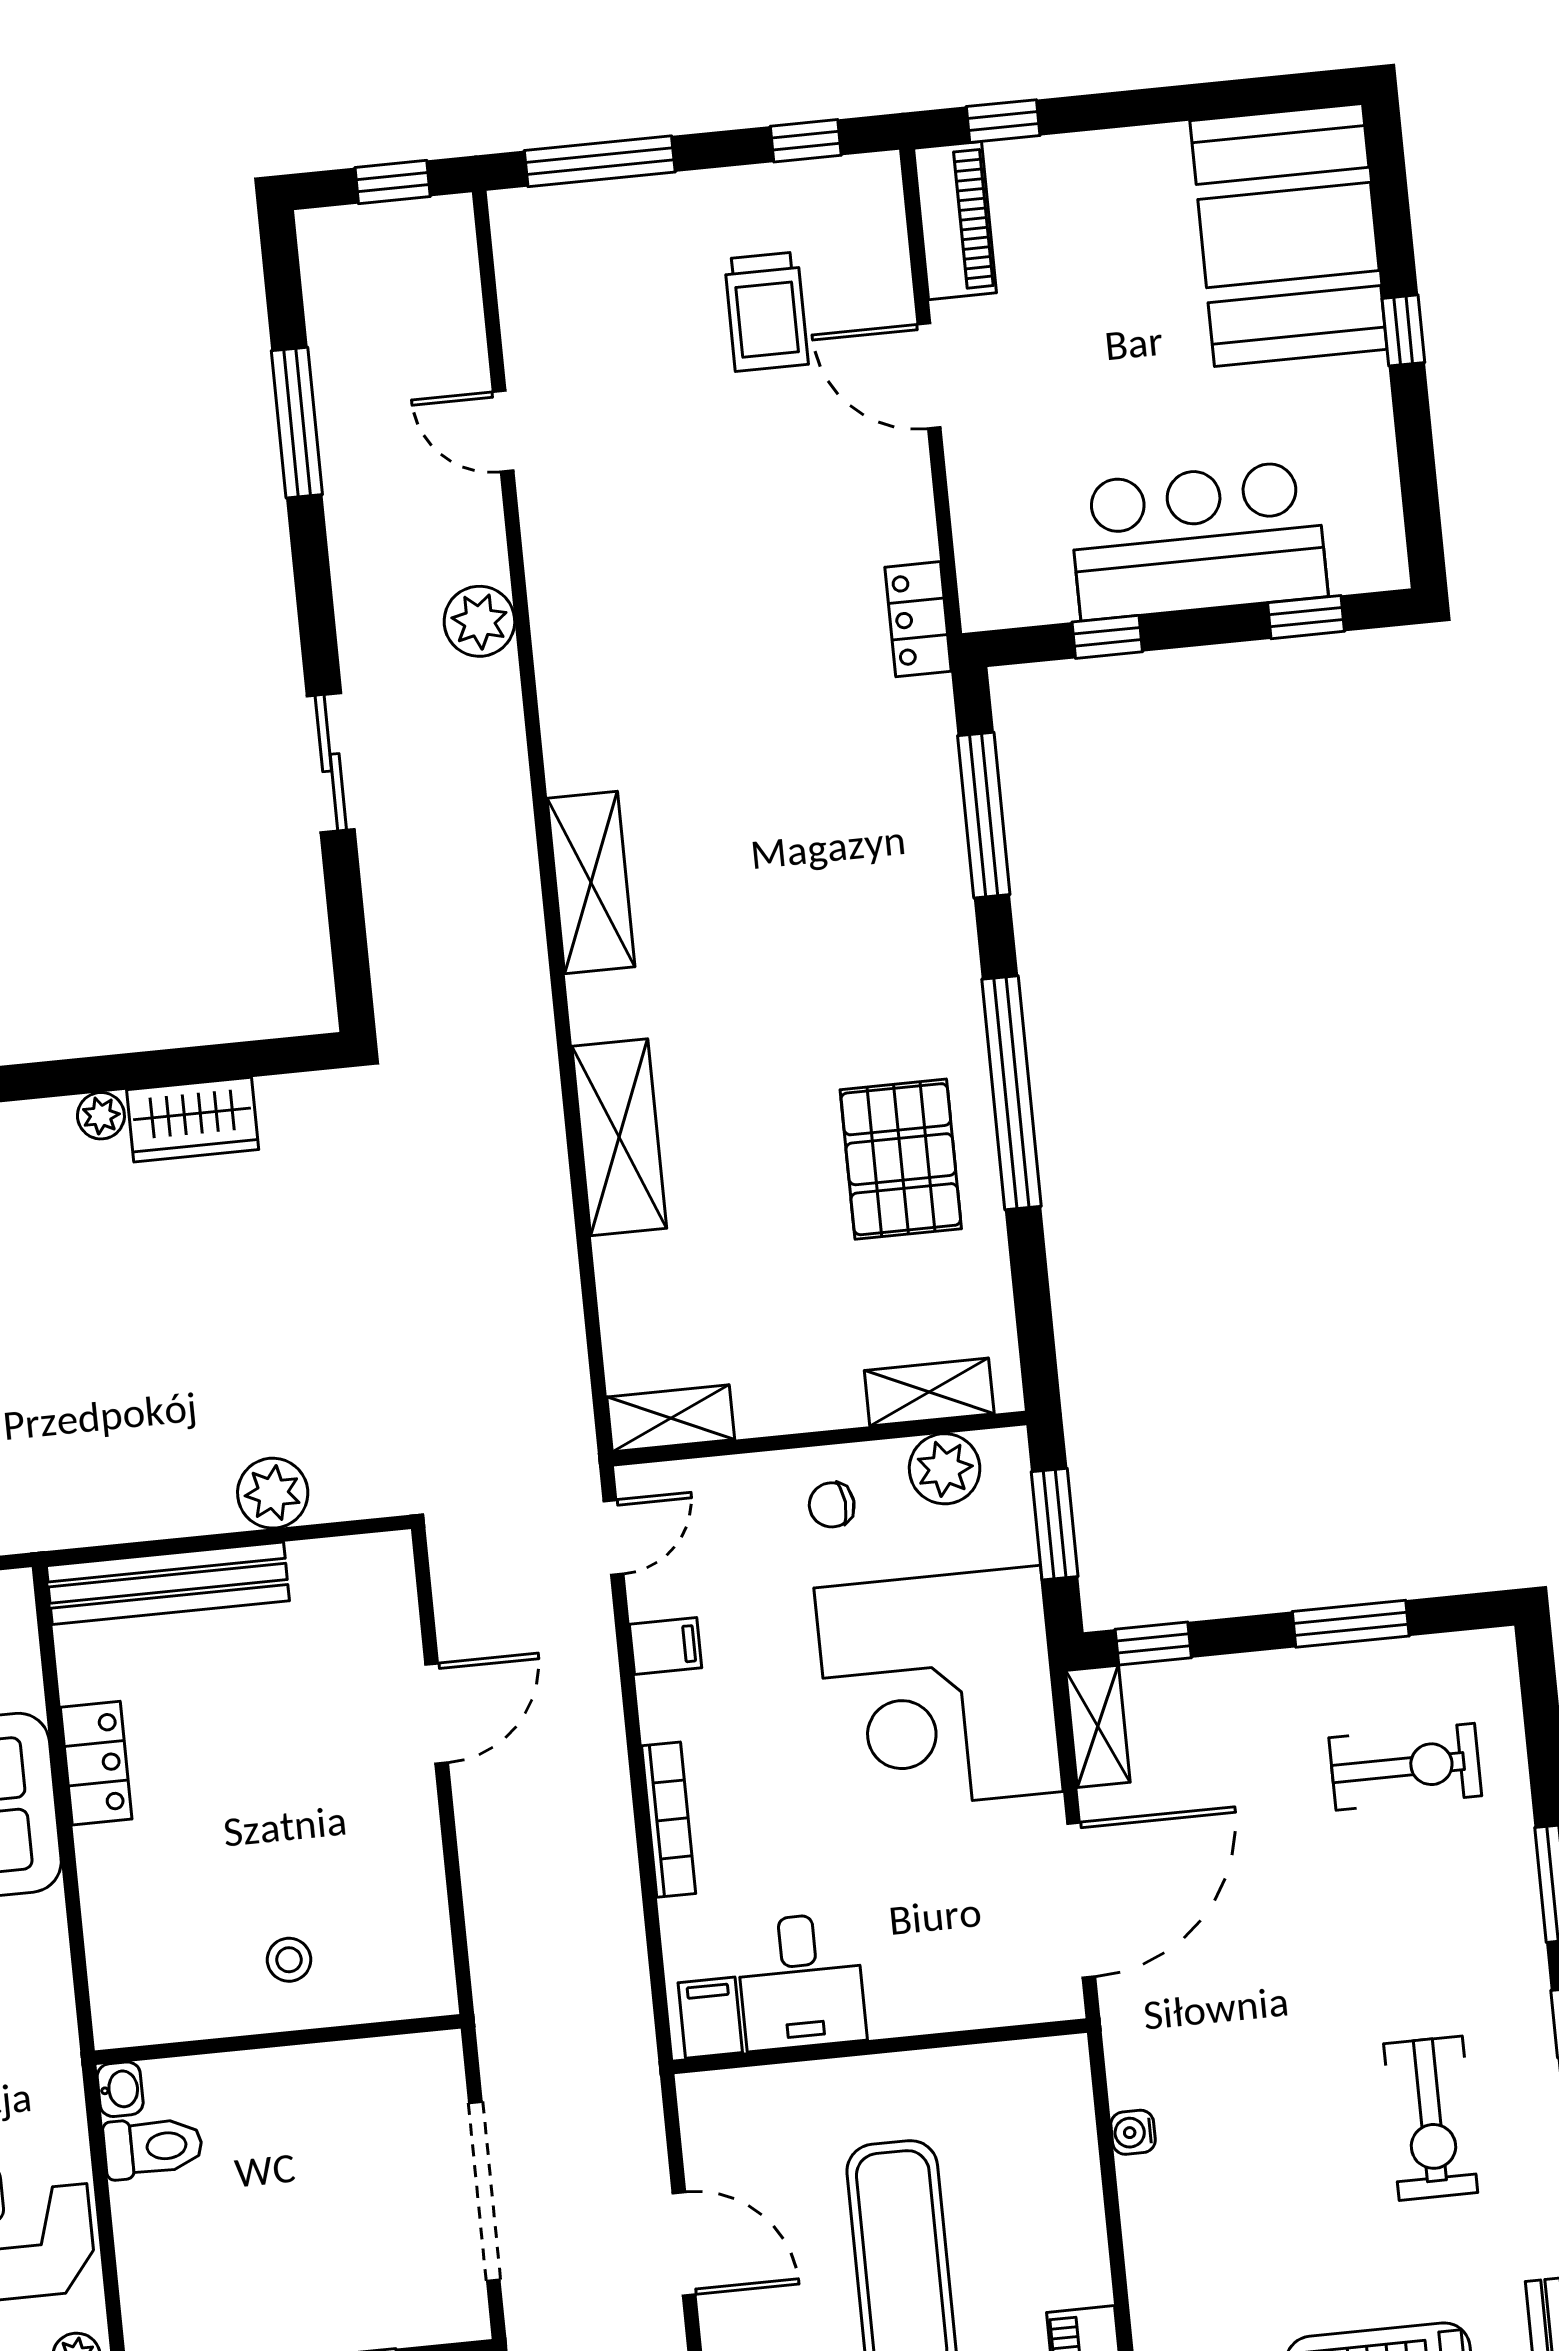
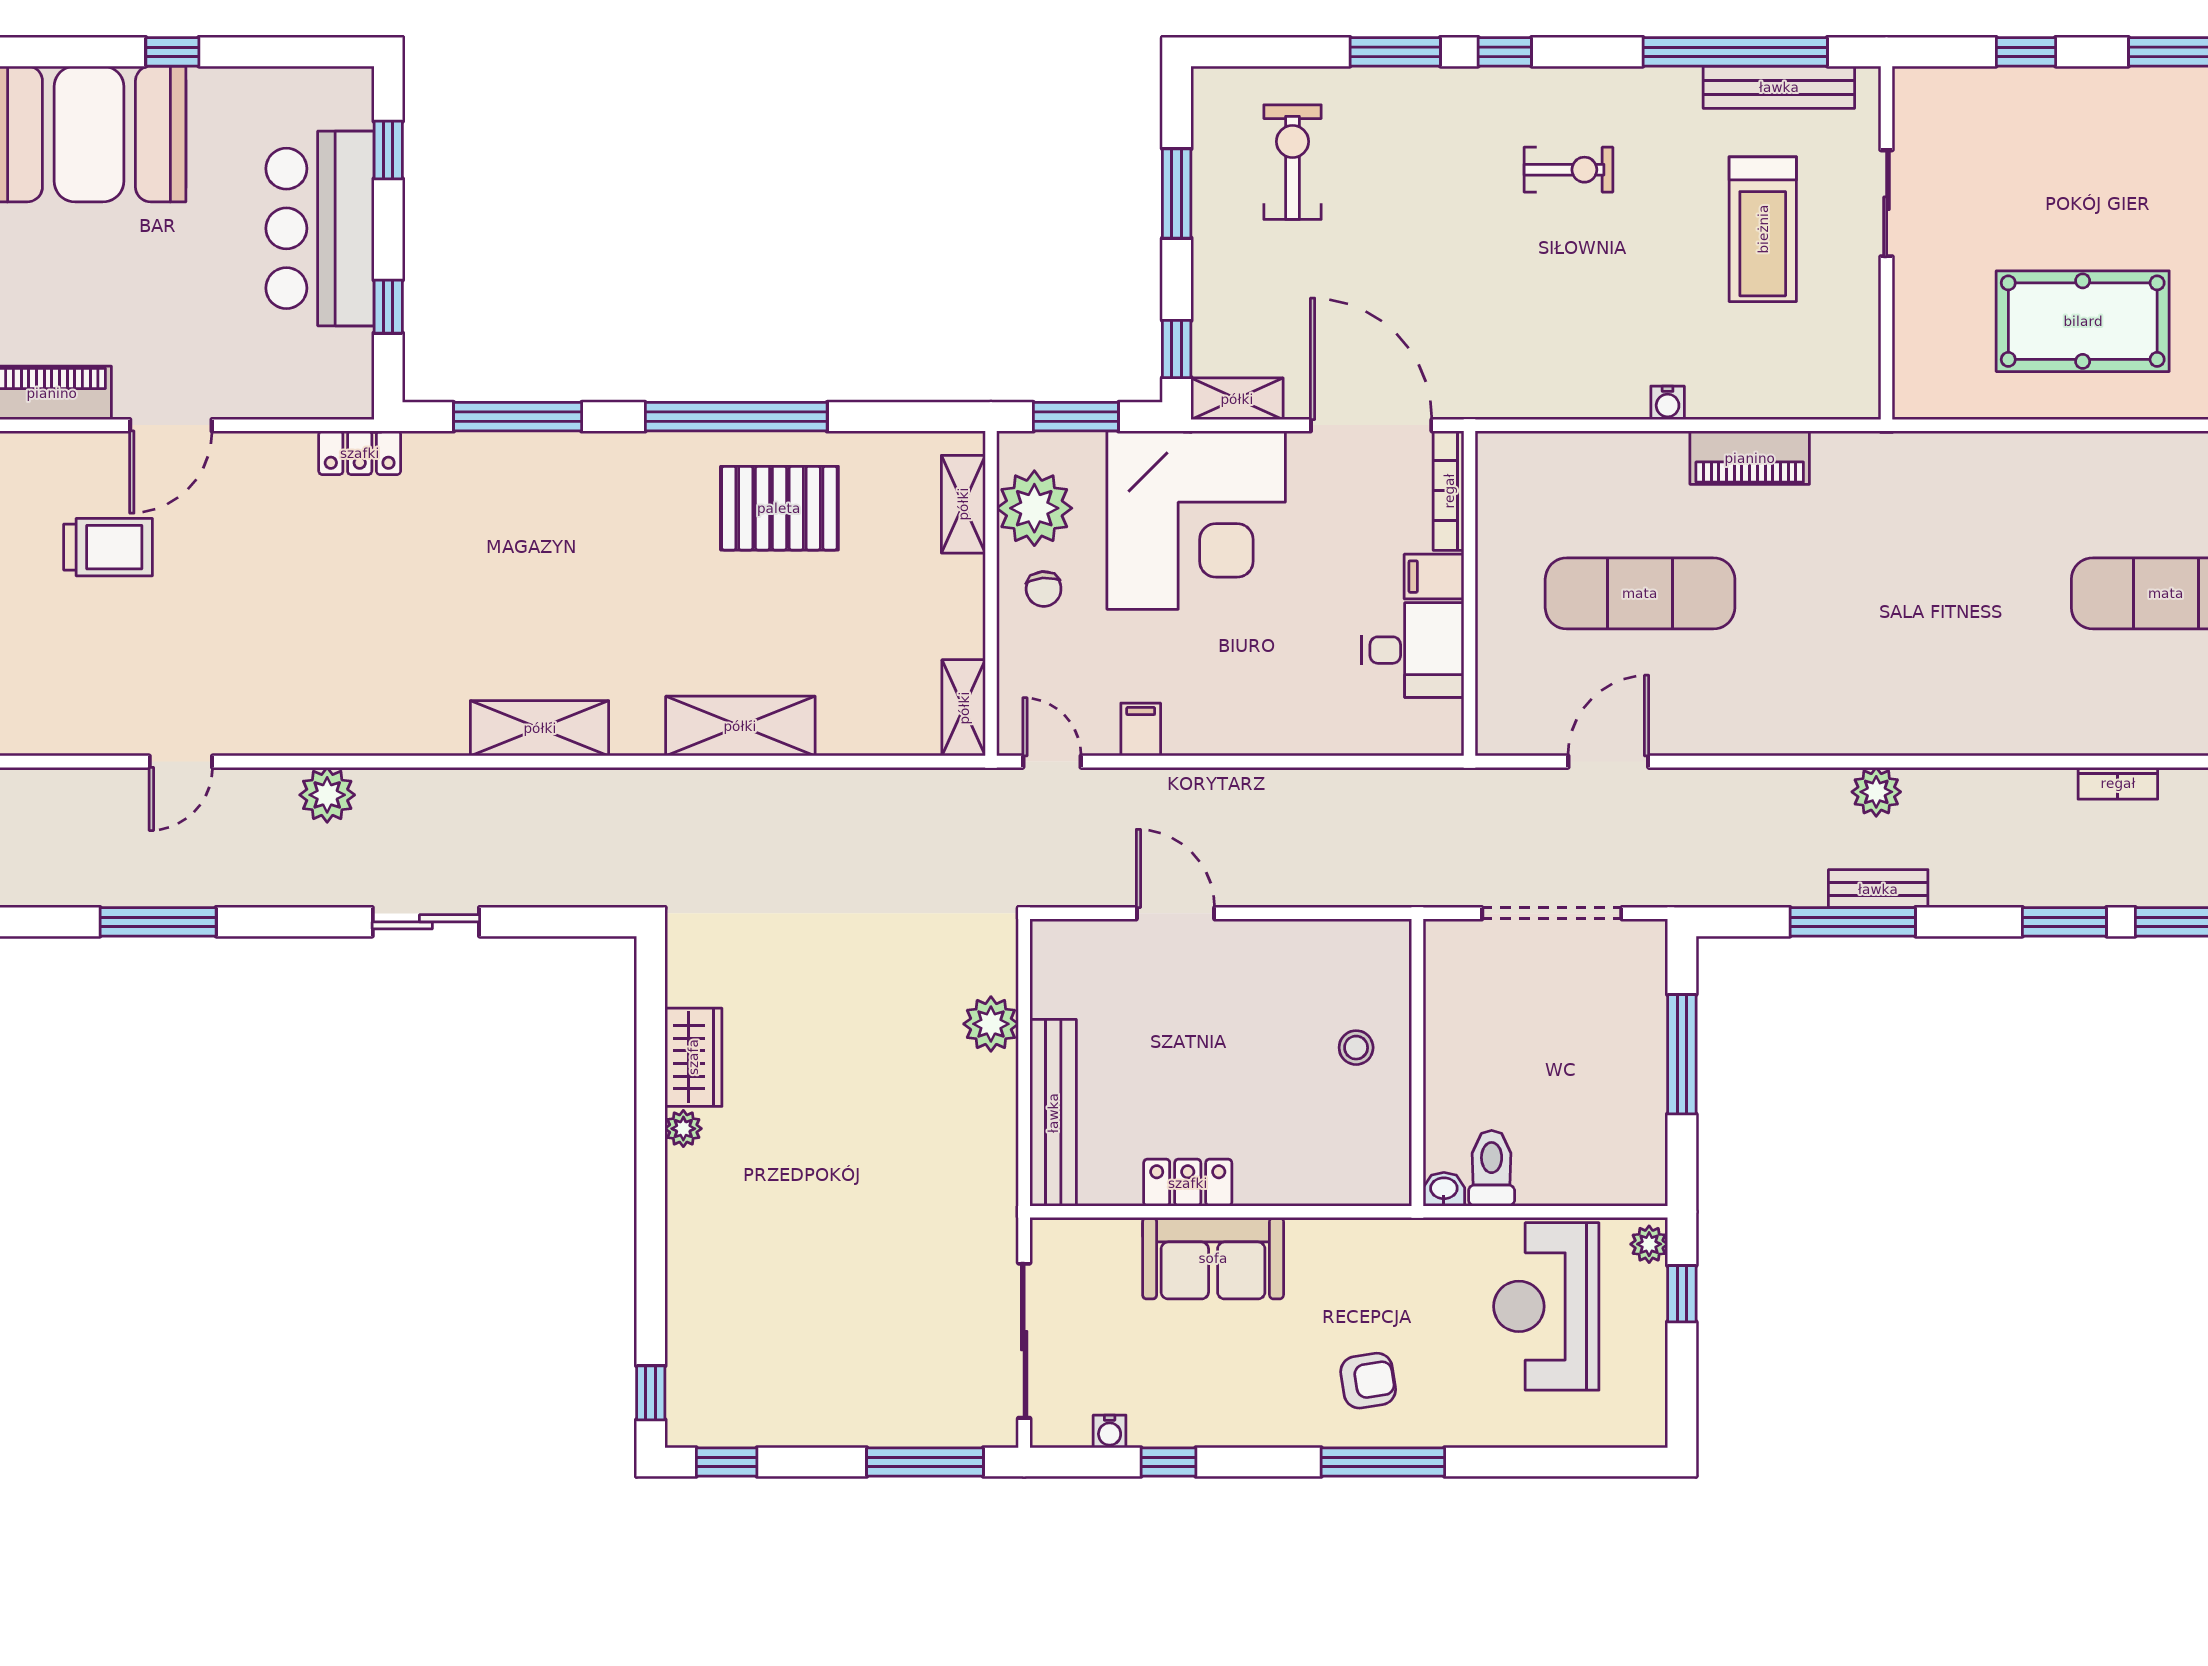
plant: (945, 1469) -> (1034, 508), width x1.36, depth x1.36
bookcase: (669, 1820) -> (1449, 491), moved, turned -90
filing cabinet: (710, 2018) -> (1434, 577), moved
exercise bike: (1431, 2118) -> (1568, 170), width x0.73, depth x0.72
water cooler: (1133, 2132) -> (1668, 403), moved

